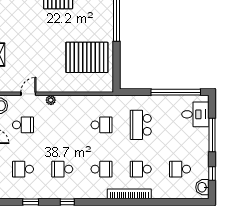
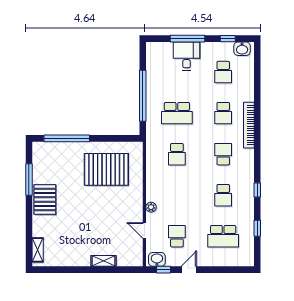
pallet: (87, 57) -> (106, 169), turned 90
window: (176, 92) -> (143, 96), moved
desk: (195, 114) -> (187, 56), moved
school desk: (101, 125) -> (177, 154), turned 180
school desk: (23, 169) -> (223, 236), width x1.85

